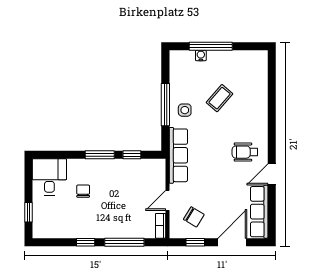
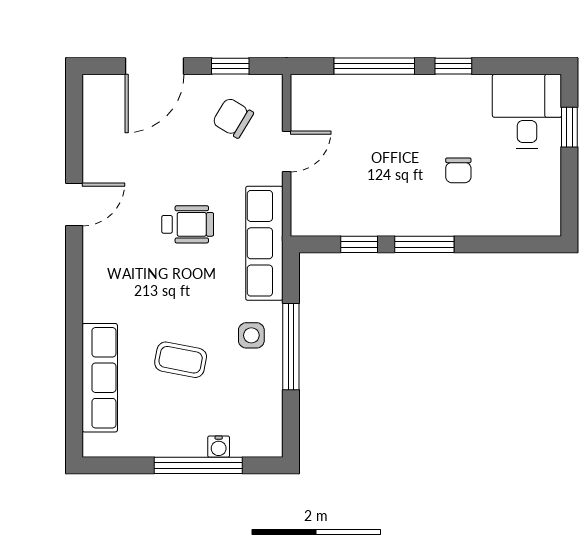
coffee table: (219, 98) -> (181, 360), turned 60
wheelchair: (245, 152) -> (188, 224), moved
desk: (49, 177) -> (527, 111), moved, turned 180
row of seats: (259, 212) -> (100, 378), moved
bookcase: (161, 226) -> (301, 100), removed

